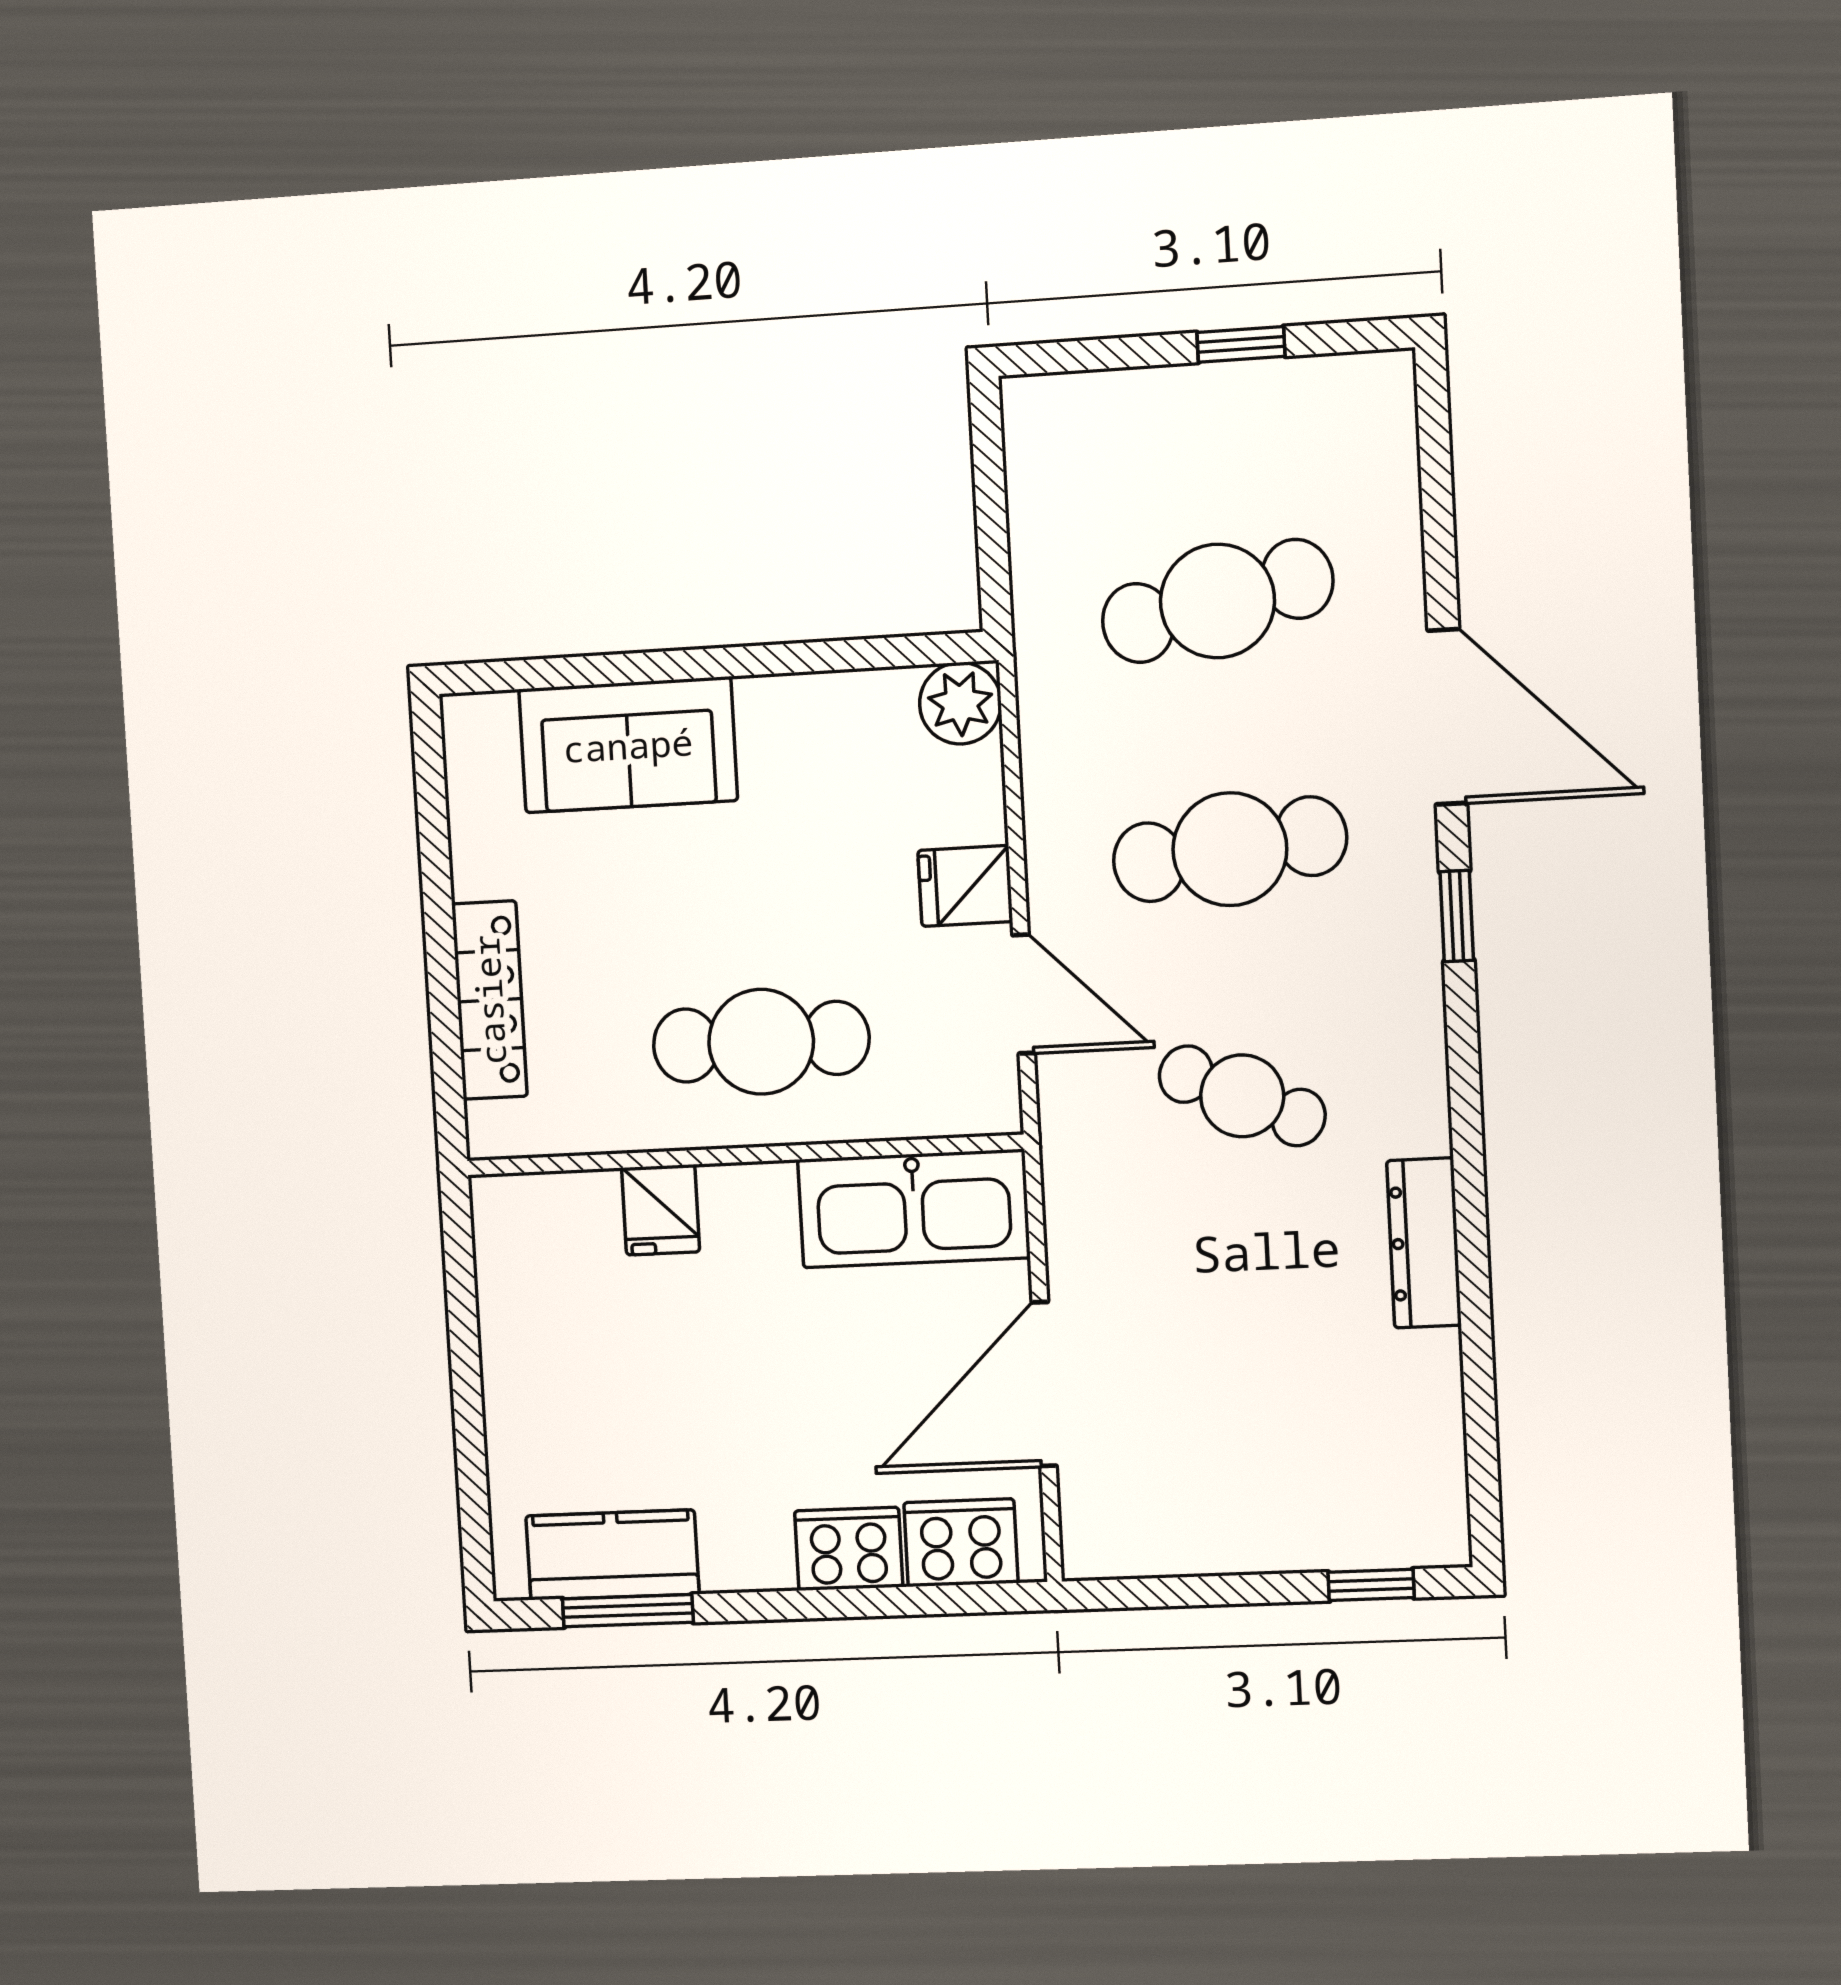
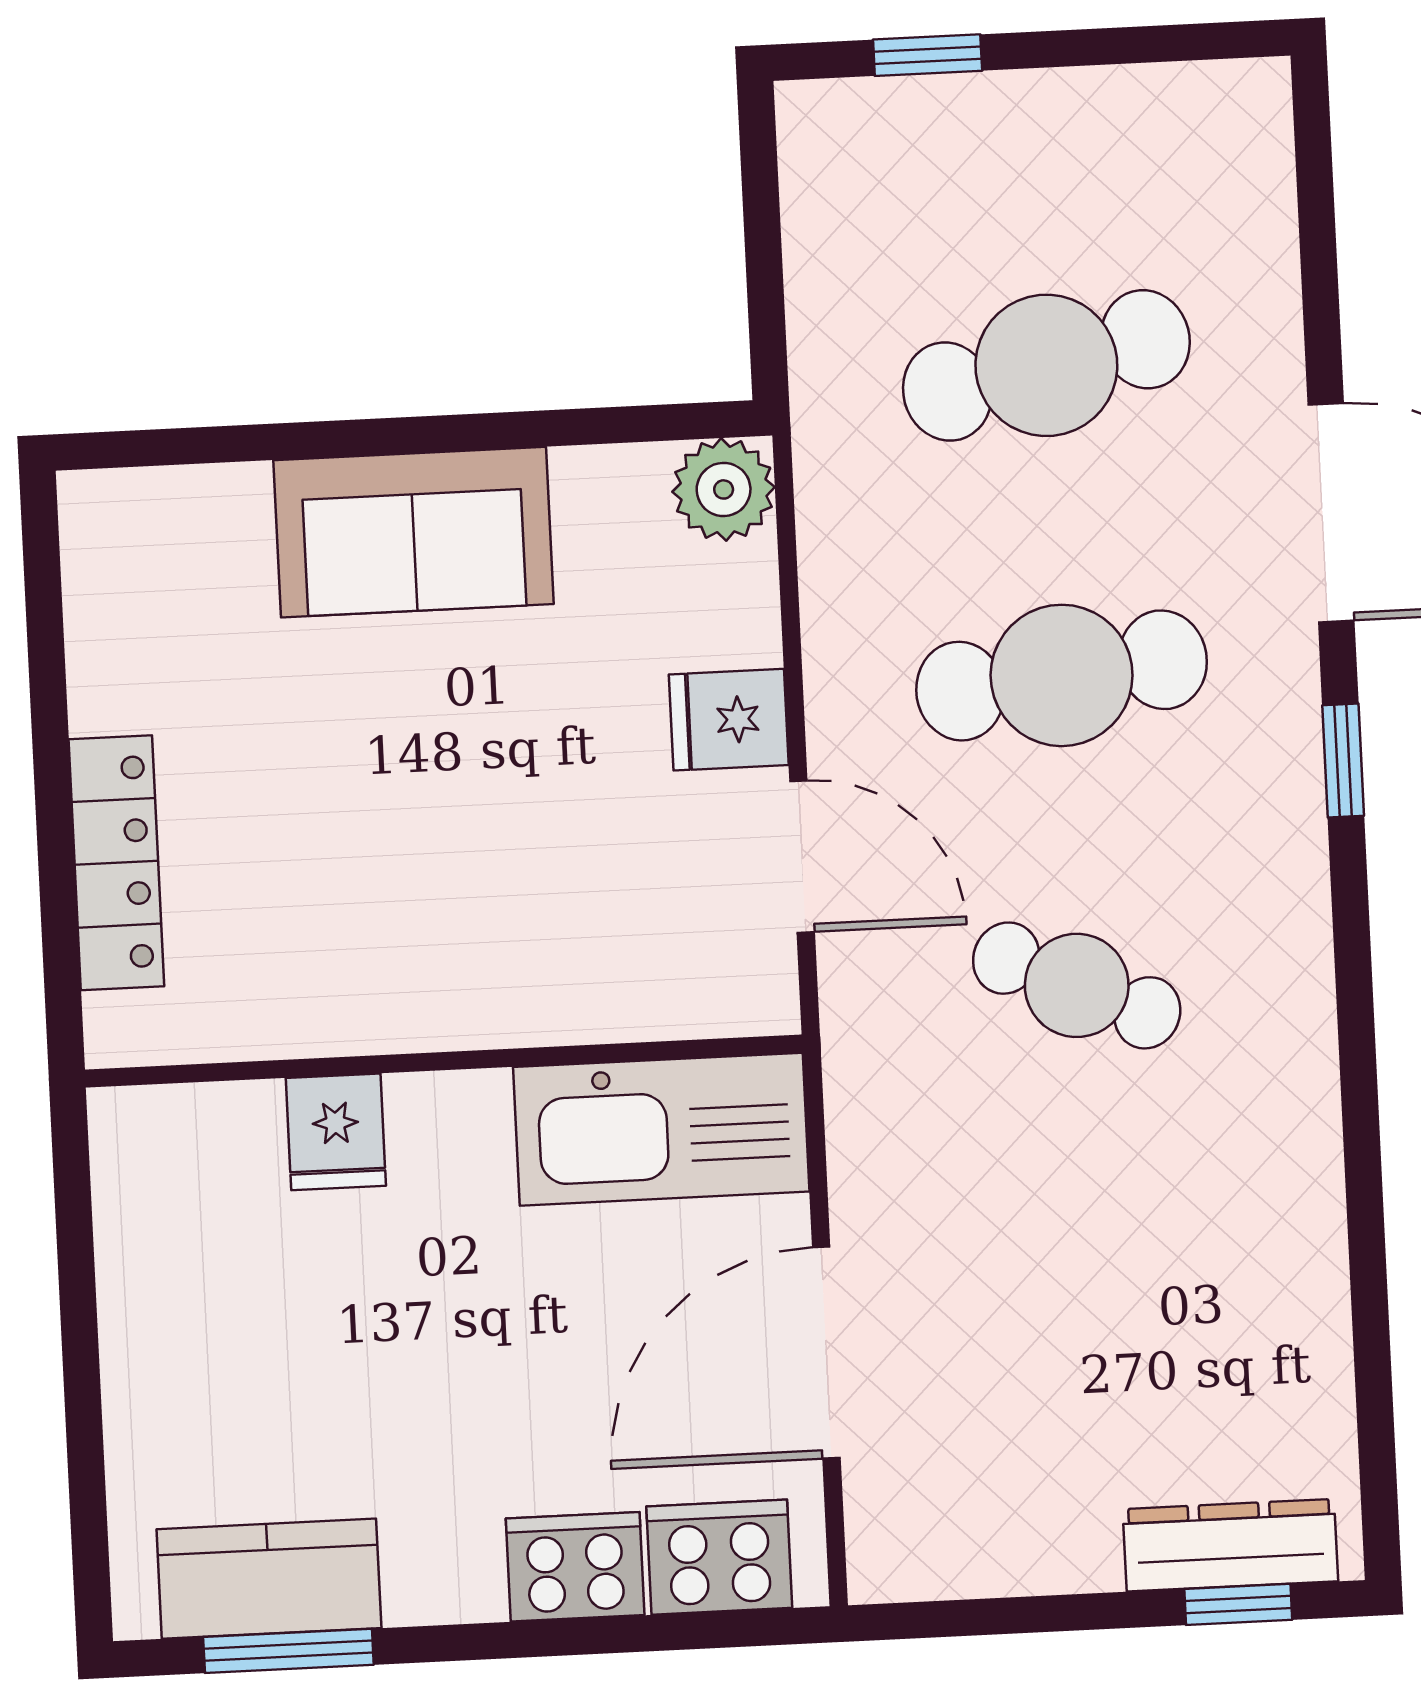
window: (1241, 344) -> (928, 55), moved
sofa: (628, 745) -> (413, 532), moved
cafe table: (761, 1042) -> (467, 917), removed
dresser: (1424, 1243) -> (1230, 1545), moved, turned 90

